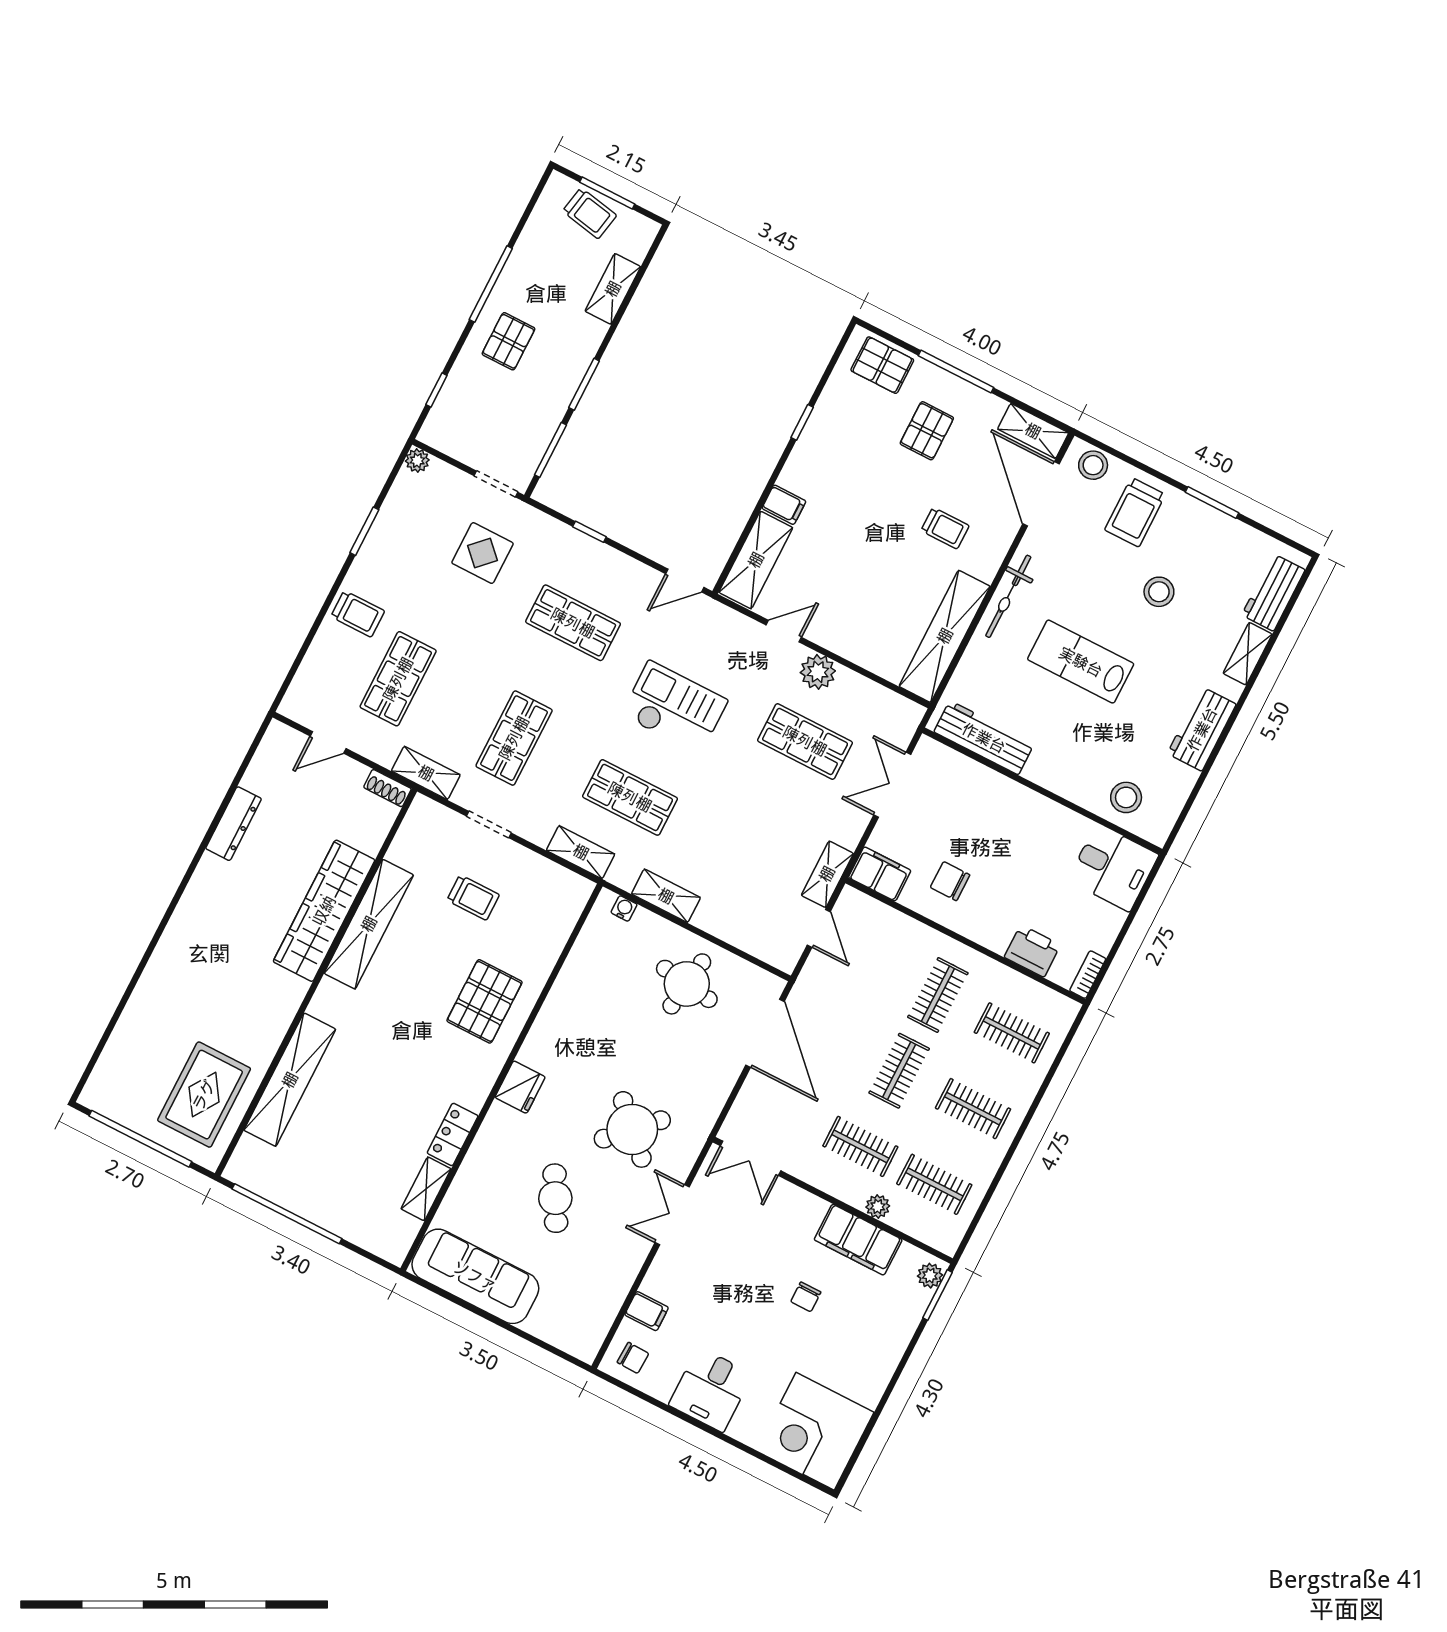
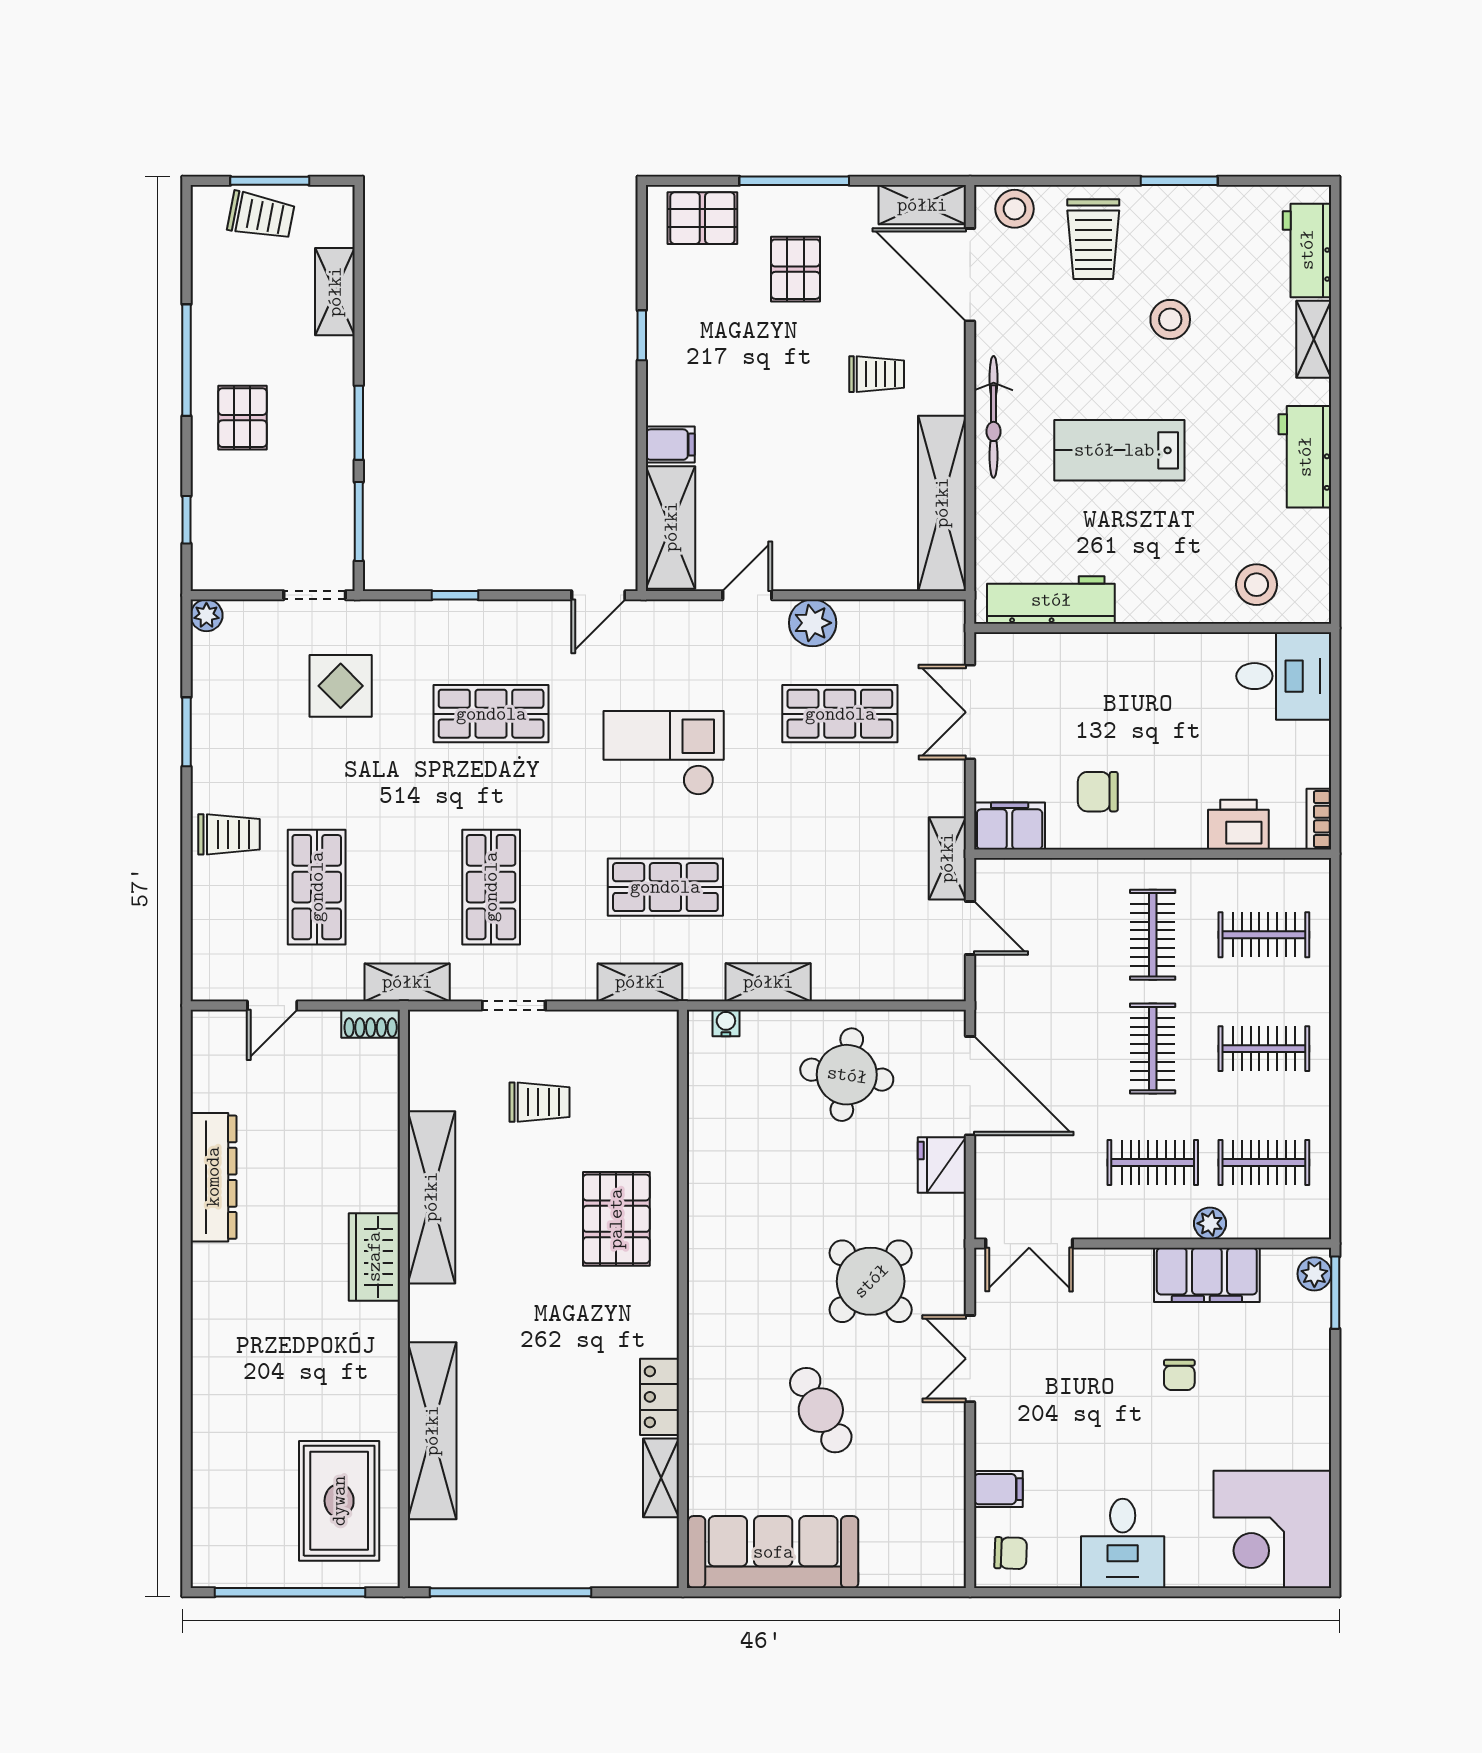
dresser: (234, 824) -> (213, 1177), width x1.37, depth x1.24
wardrobe: (324, 911) -> (374, 1257), width x0.48, depth x0.85
fridge: (520, 1087) -> (942, 1165), moved, turned 180

